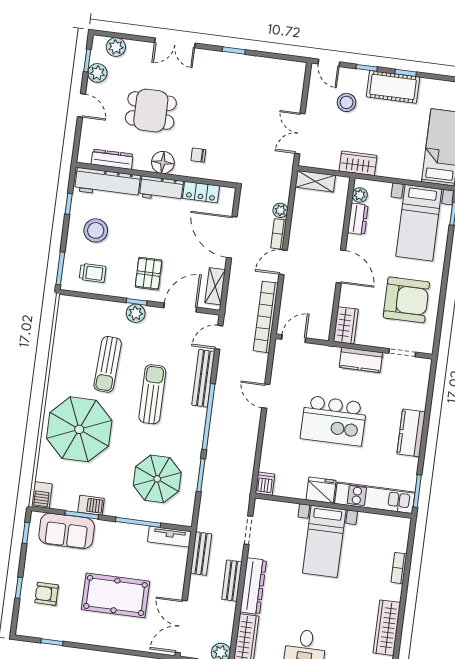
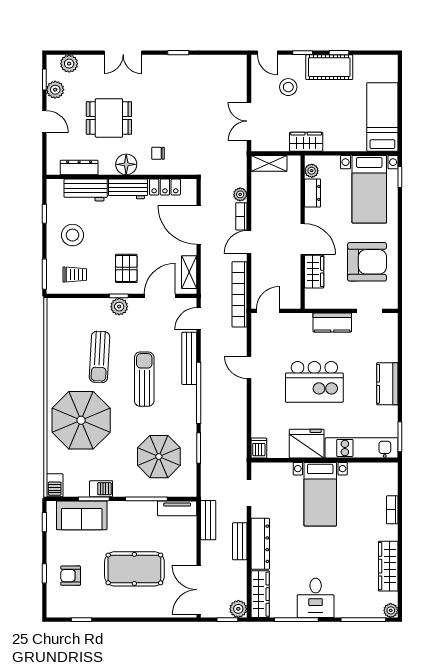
workbench: (107, 183) -> (86, 190), width x0.73
wardrobe: (346, 325) -> (314, 272), moved
fridge: (321, 490) -> (307, 444), width x1.36, depth x1.34

